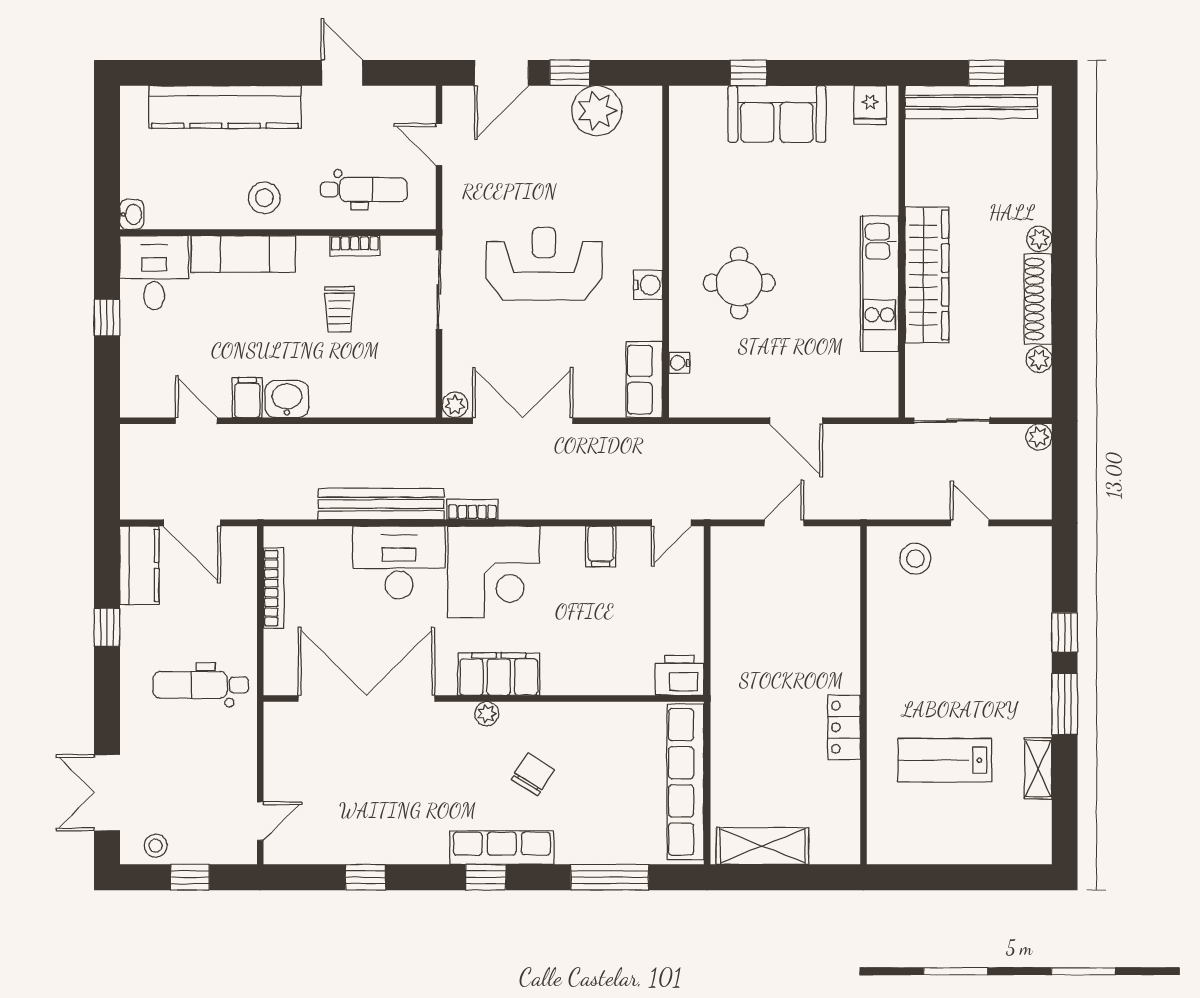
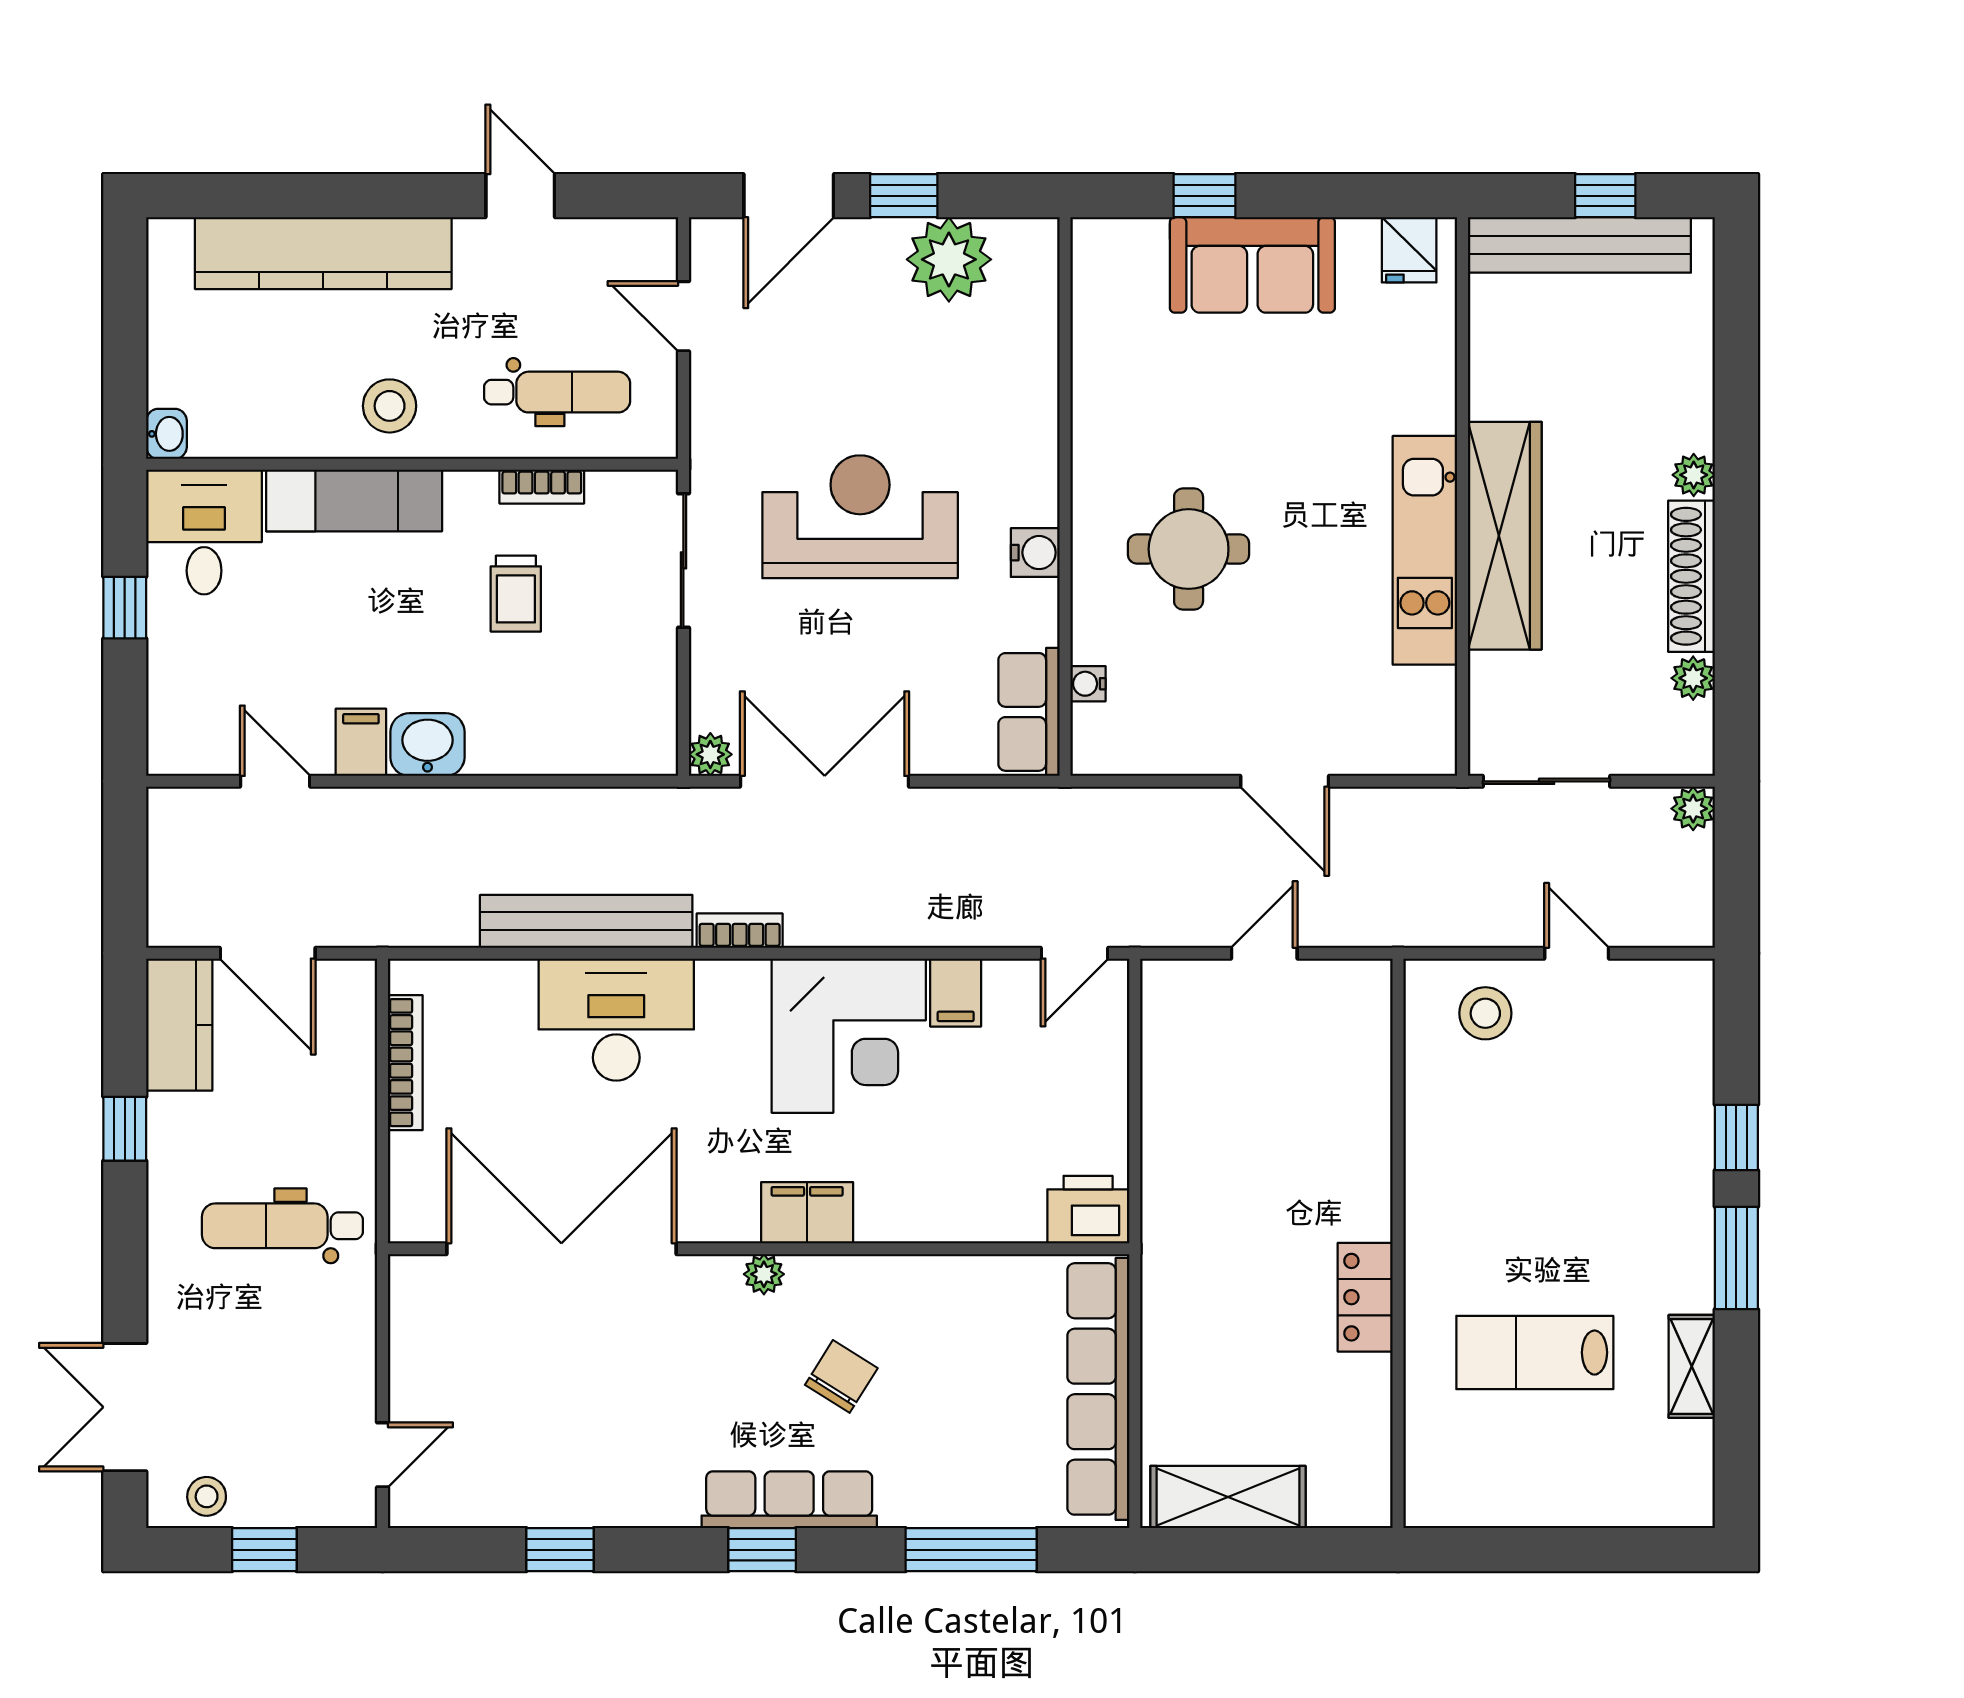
corner desk: (494, 572) -> (849, 1036), moved
filing cabinet: (499, 674) -> (807, 1213), width x0.67, depth x0.86

